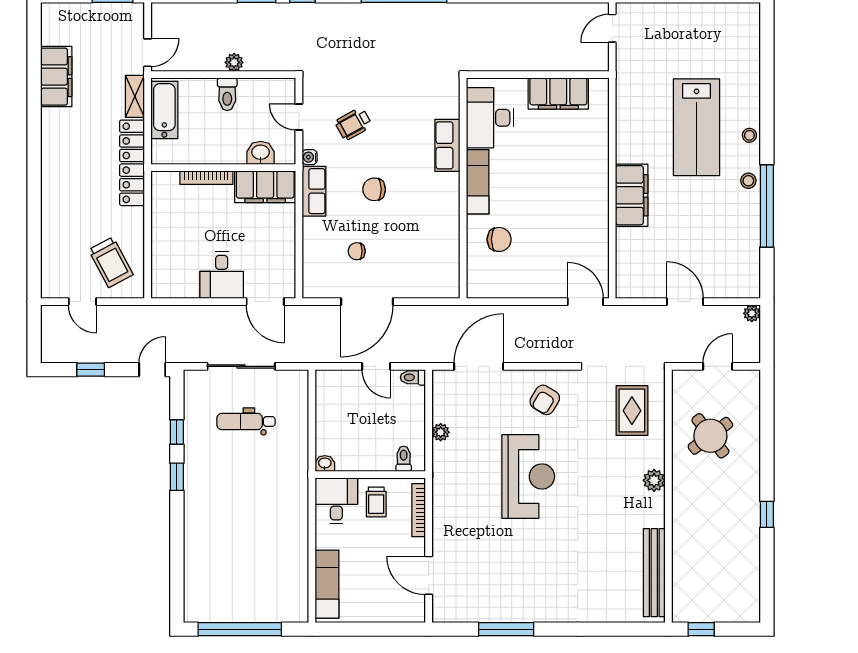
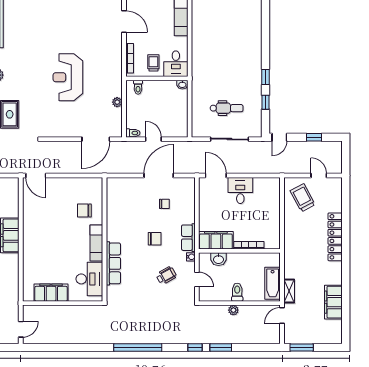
row of seats: (447, 145) -> (113, 263), width x1.48
locker: (132, 163) -> (335, 237), moved, turned 180
armchair: (545, 400) -> (59, 120), removed

